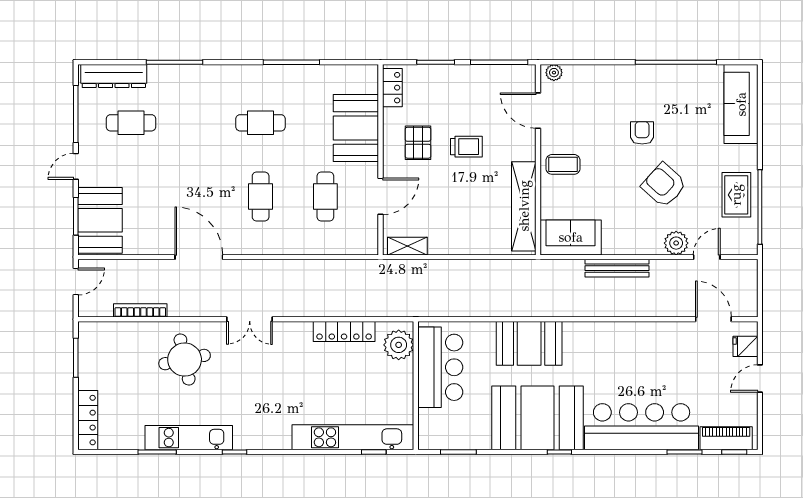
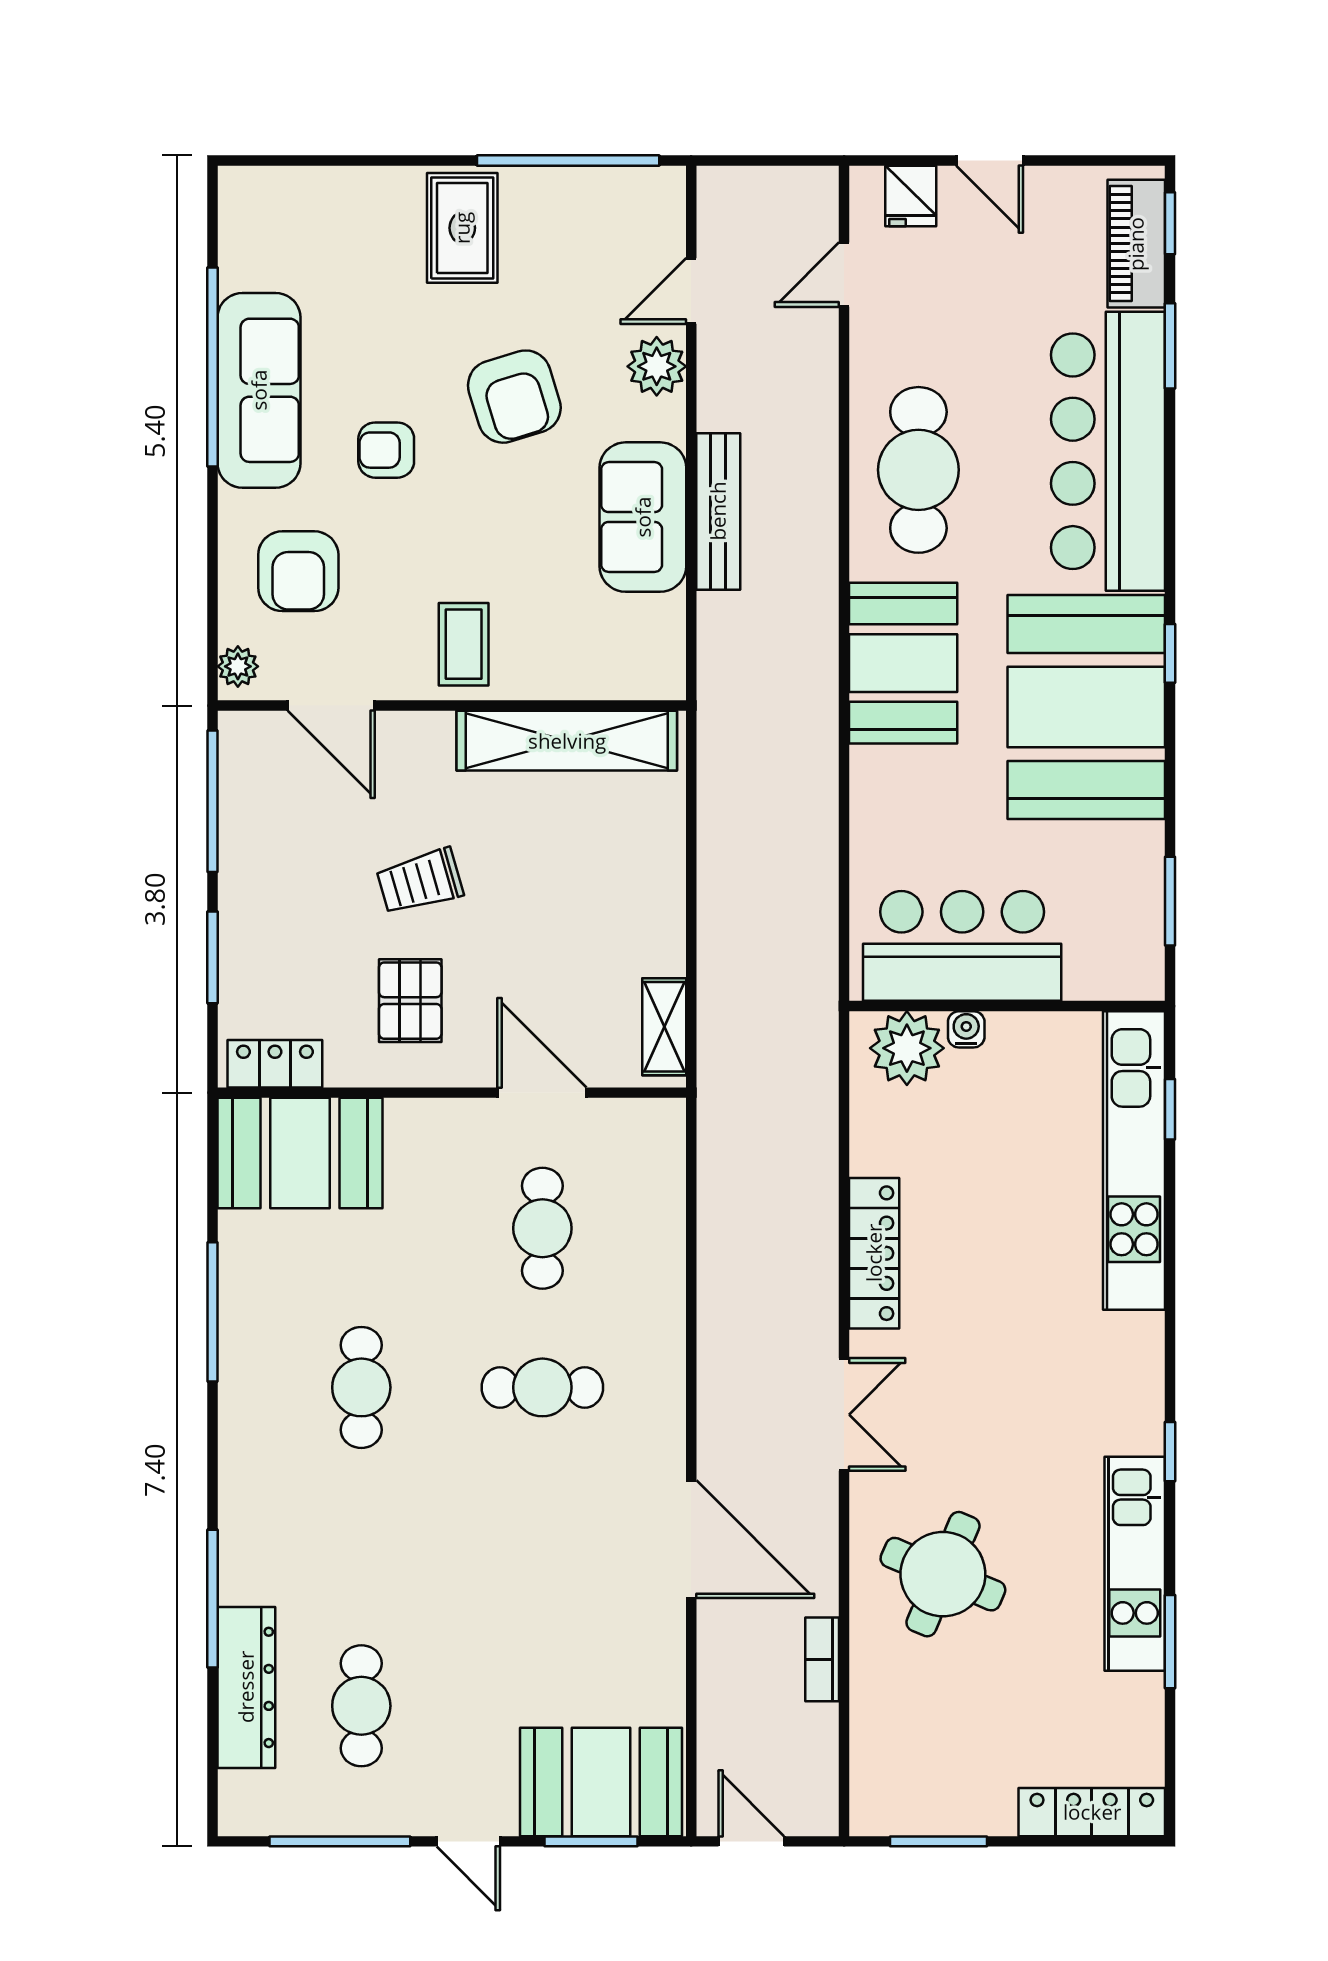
dresser: (114, 76) -> (246, 1687), moved
armchair: (593, 97) -> (298, 571), added
sofa: (741, 104) -> (259, 390), moved, turned -90
door: (538, 111) -> (331, 706), hinge flipped
booth: (356, 128) -> (300, 1153), moved
pallet: (418, 143) -> (410, 1001), turned 90
trolley: (466, 147) -> (420, 881), turned -106
armchair: (664, 185) -> (514, 397), turned -59
rug: (736, 195) -> (462, 228), moved, turned 90
cafe table: (325, 196) -> (542, 1228), turned 90
sofa: (571, 237) -> (643, 517), moved
door: (199, 257) -> (691, 1539), swing flipped
door: (707, 257) -> (691, 291), hinge flipped
bookcase: (140, 310) -> (822, 1659), width x0.64
door: (713, 319) -> (844, 275), width x0.73
locker: (344, 331) -> (874, 1253), moved
booth: (529, 343) -> (903, 663), moved
cafe table: (634, 350) -> (918, 470), added
round table: (185, 360) -> (943, 1574), turned 35
water cooler: (406, 369) -> (966, 1029), added

